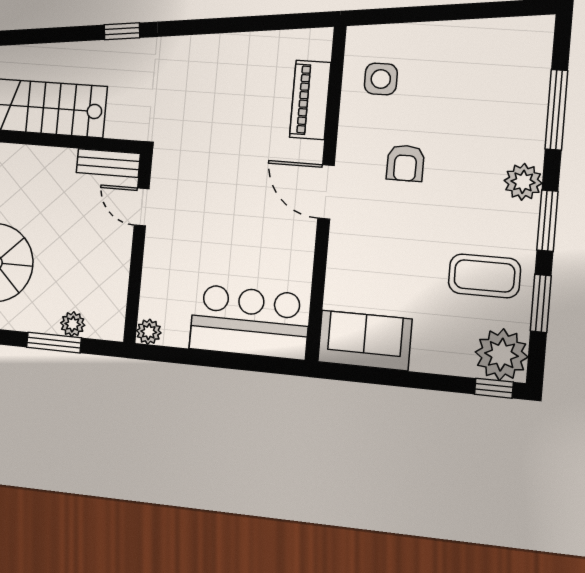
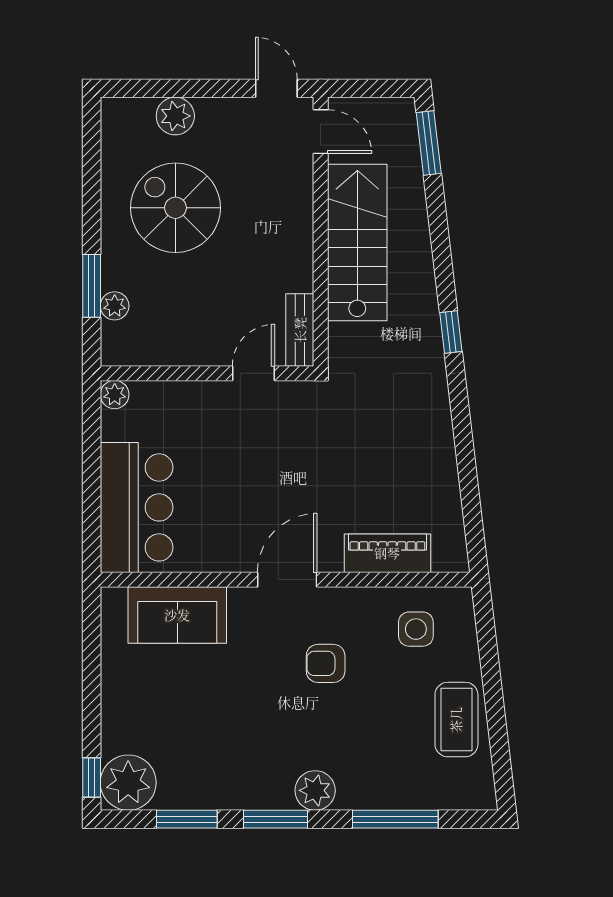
coffee table: (484, 276) -> (456, 720), moved
sofa: (365, 340) -> (177, 615), moved, turned 90

